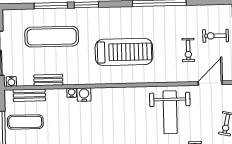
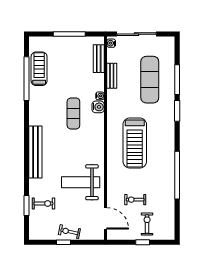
exercise mat: (25, 122) -> (73, 113), moved

